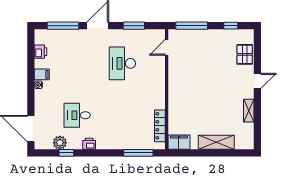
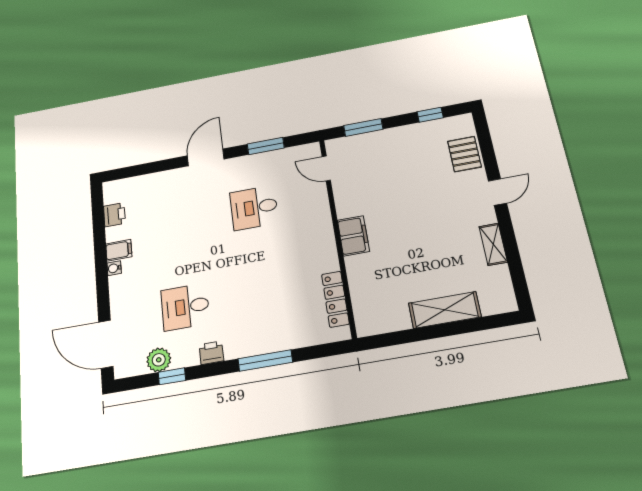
window: (63, 26) -> (148, 168), removed
window: (192, 26) -> (363, 127), width x0.69
door: (167, 47) -> (326, 168), hinge flipped
desk: (122, 63) -> (254, 208), width x0.73
filing cabinet: (179, 142) -> (353, 236), moved, turned 90
window: (138, 153) -> (265, 360), moved

